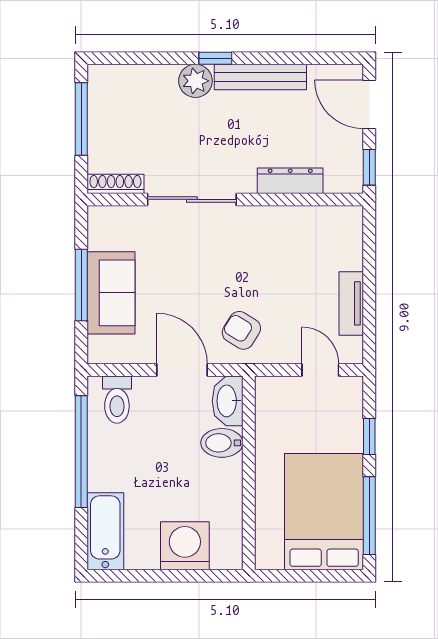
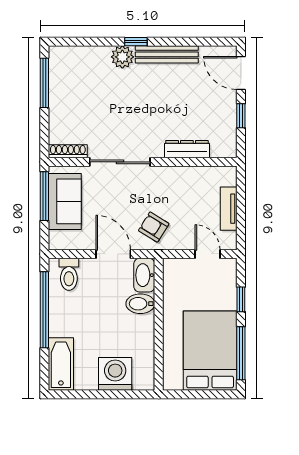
dresser: (290, 181) -> (187, 149), moved
shoe rack: (115, 184) -> (68, 151), moved
sliding door: (192, 199) -> (120, 162), moved
wall: (225, 199) -> (143, 162), moved

